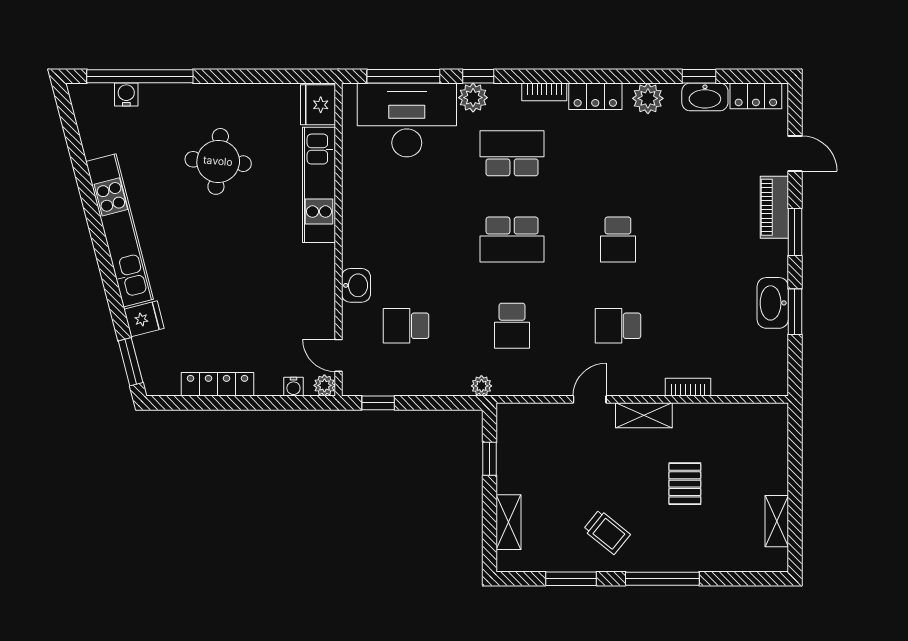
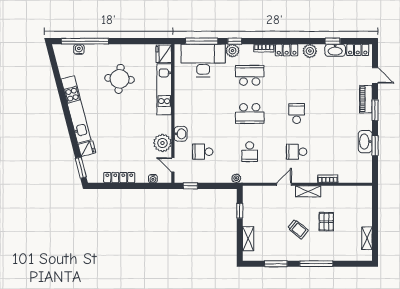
school desk: (618, 240) -> (297, 113), turned 180
plant: (324, 385) -> (162, 143), moved, width x1.88, depth x1.88
trolley: (607, 532) -> (298, 229), moved

